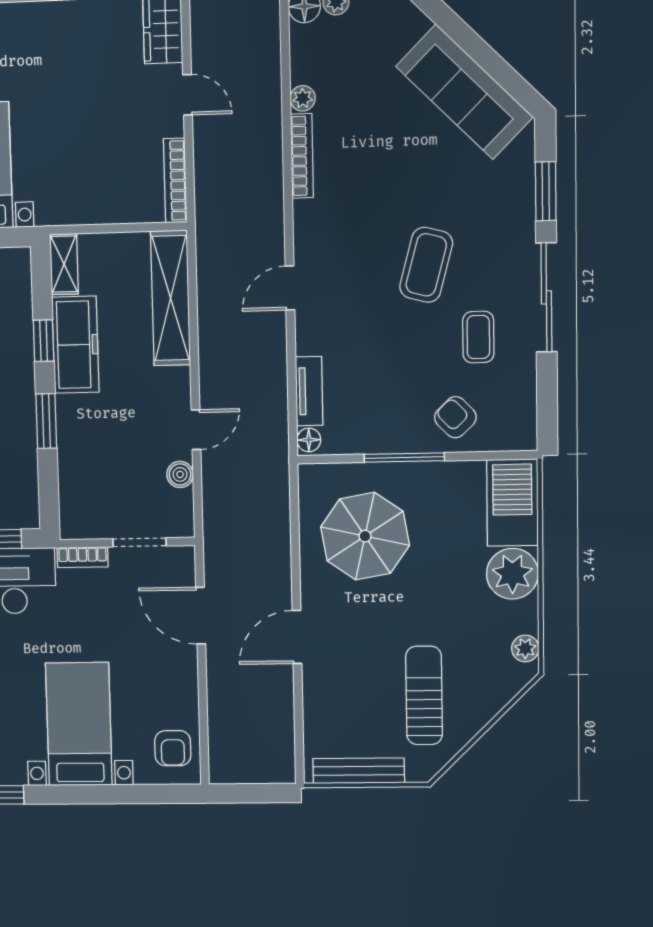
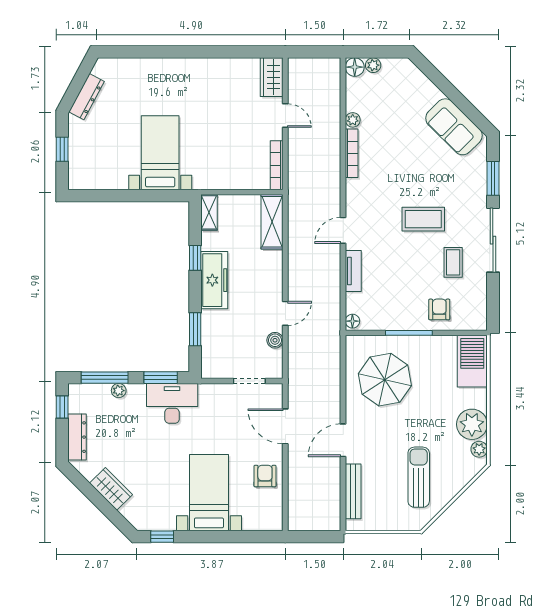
sofa: (464, 92) -> (454, 127), width x0.73
coffee table: (426, 265) -> (423, 219), turned 75
shelving: (171, 298) -> (272, 222), width x0.68
freezer: (75, 345) -> (214, 280), moved
tv unit: (309, 391) -> (353, 271), moved
armchair: (455, 417) -> (439, 309), turned 44
window: (46, 421) -> (195, 329), moved
bookcase: (83, 557) -> (214, 389), removed
plant: (512, 574) -> (472, 424), moved
armchair: (173, 748) -> (265, 476), moved, turned 180
bench: (359, 771) -> (353, 491), moved, turned 90

